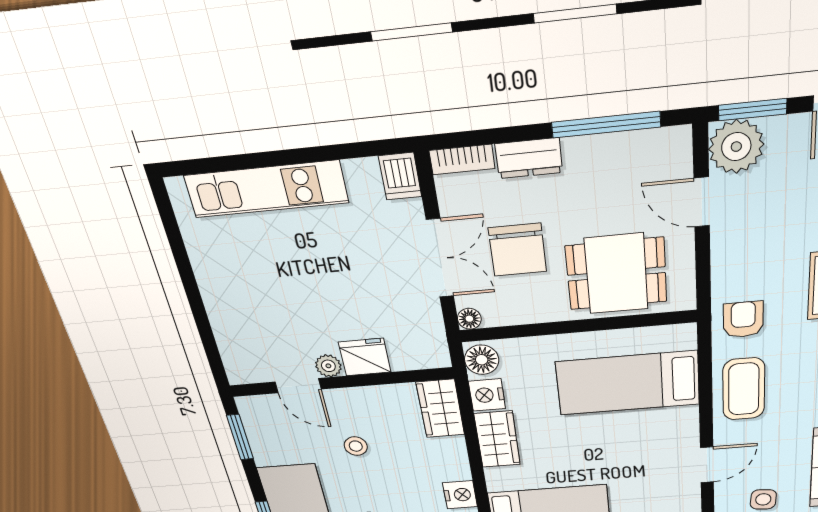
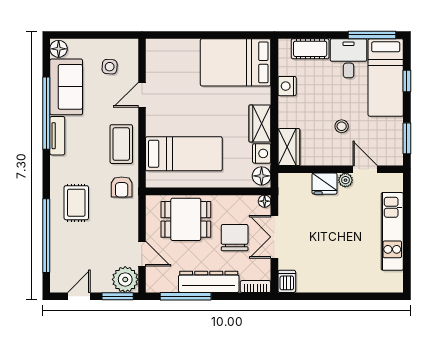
dresser: (529, 158) -> (209, 282), width x1.96, depth x1.24
kitchen unit: (266, 189) -> (392, 231), moved, turned -90

